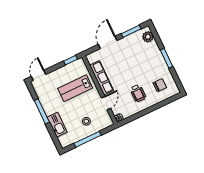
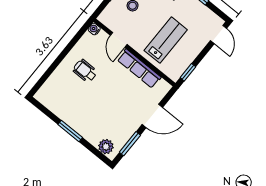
door: (108, 42) -> (152, 116), hinge flipped
chair: (160, 85) -> (63, 94), removed

